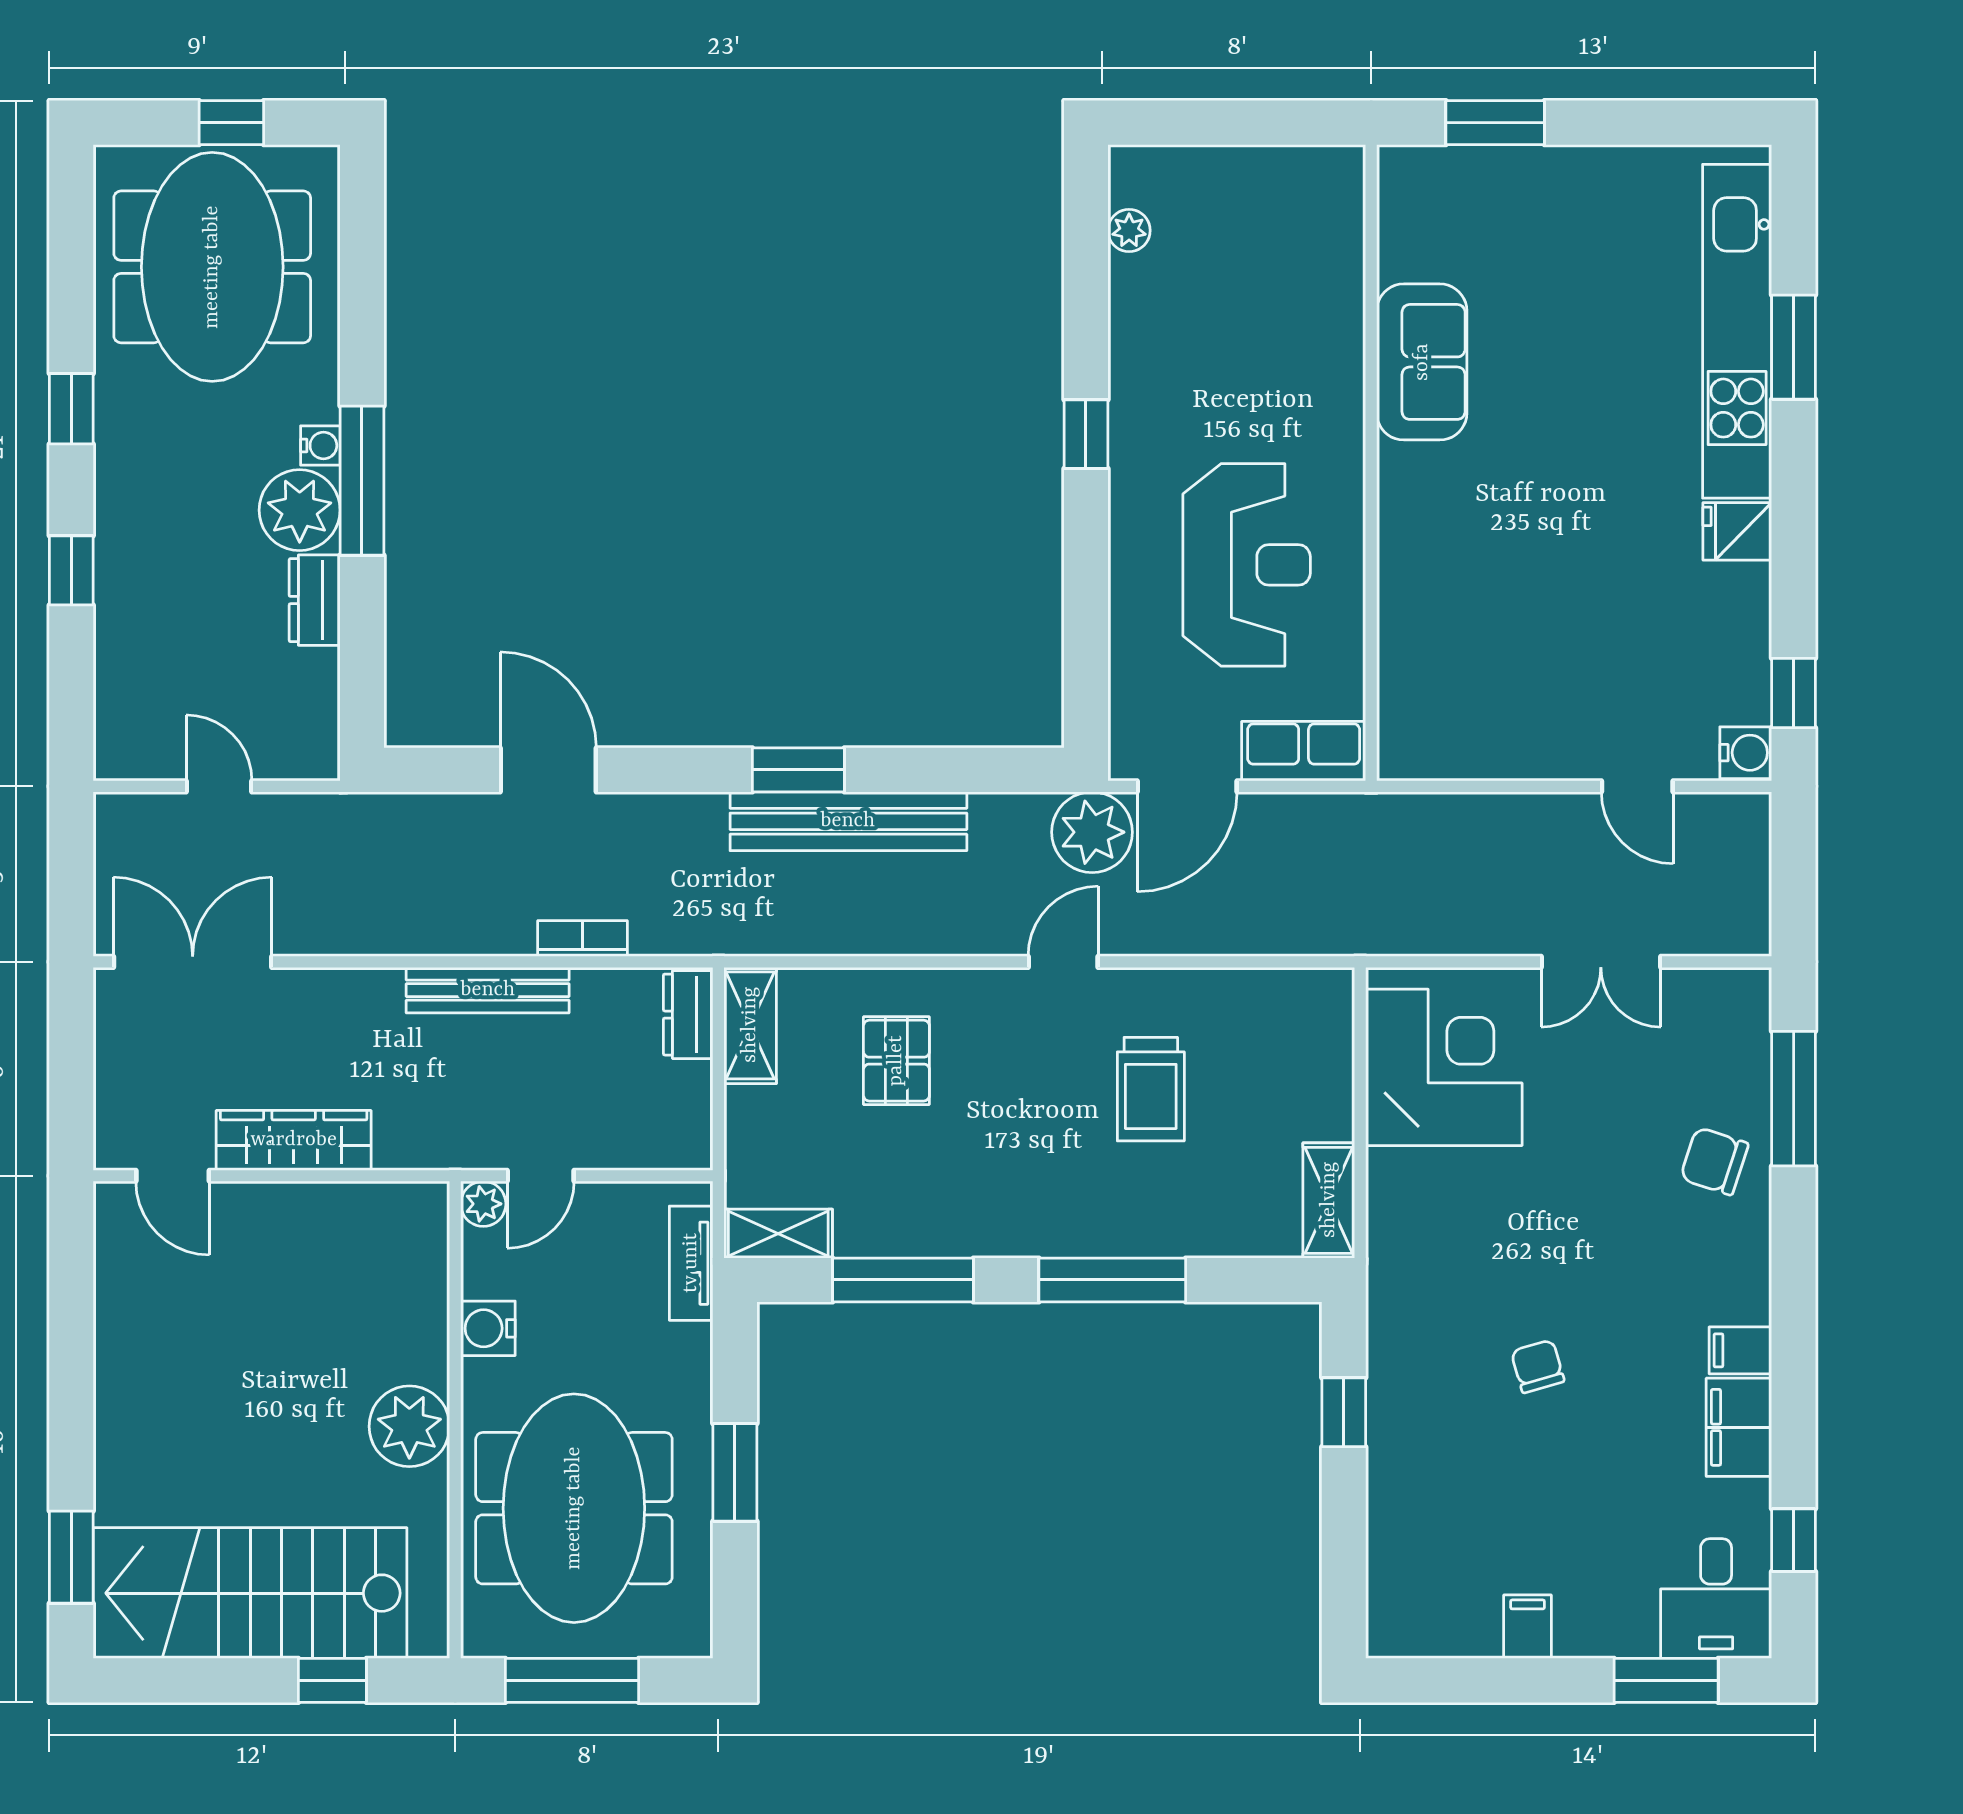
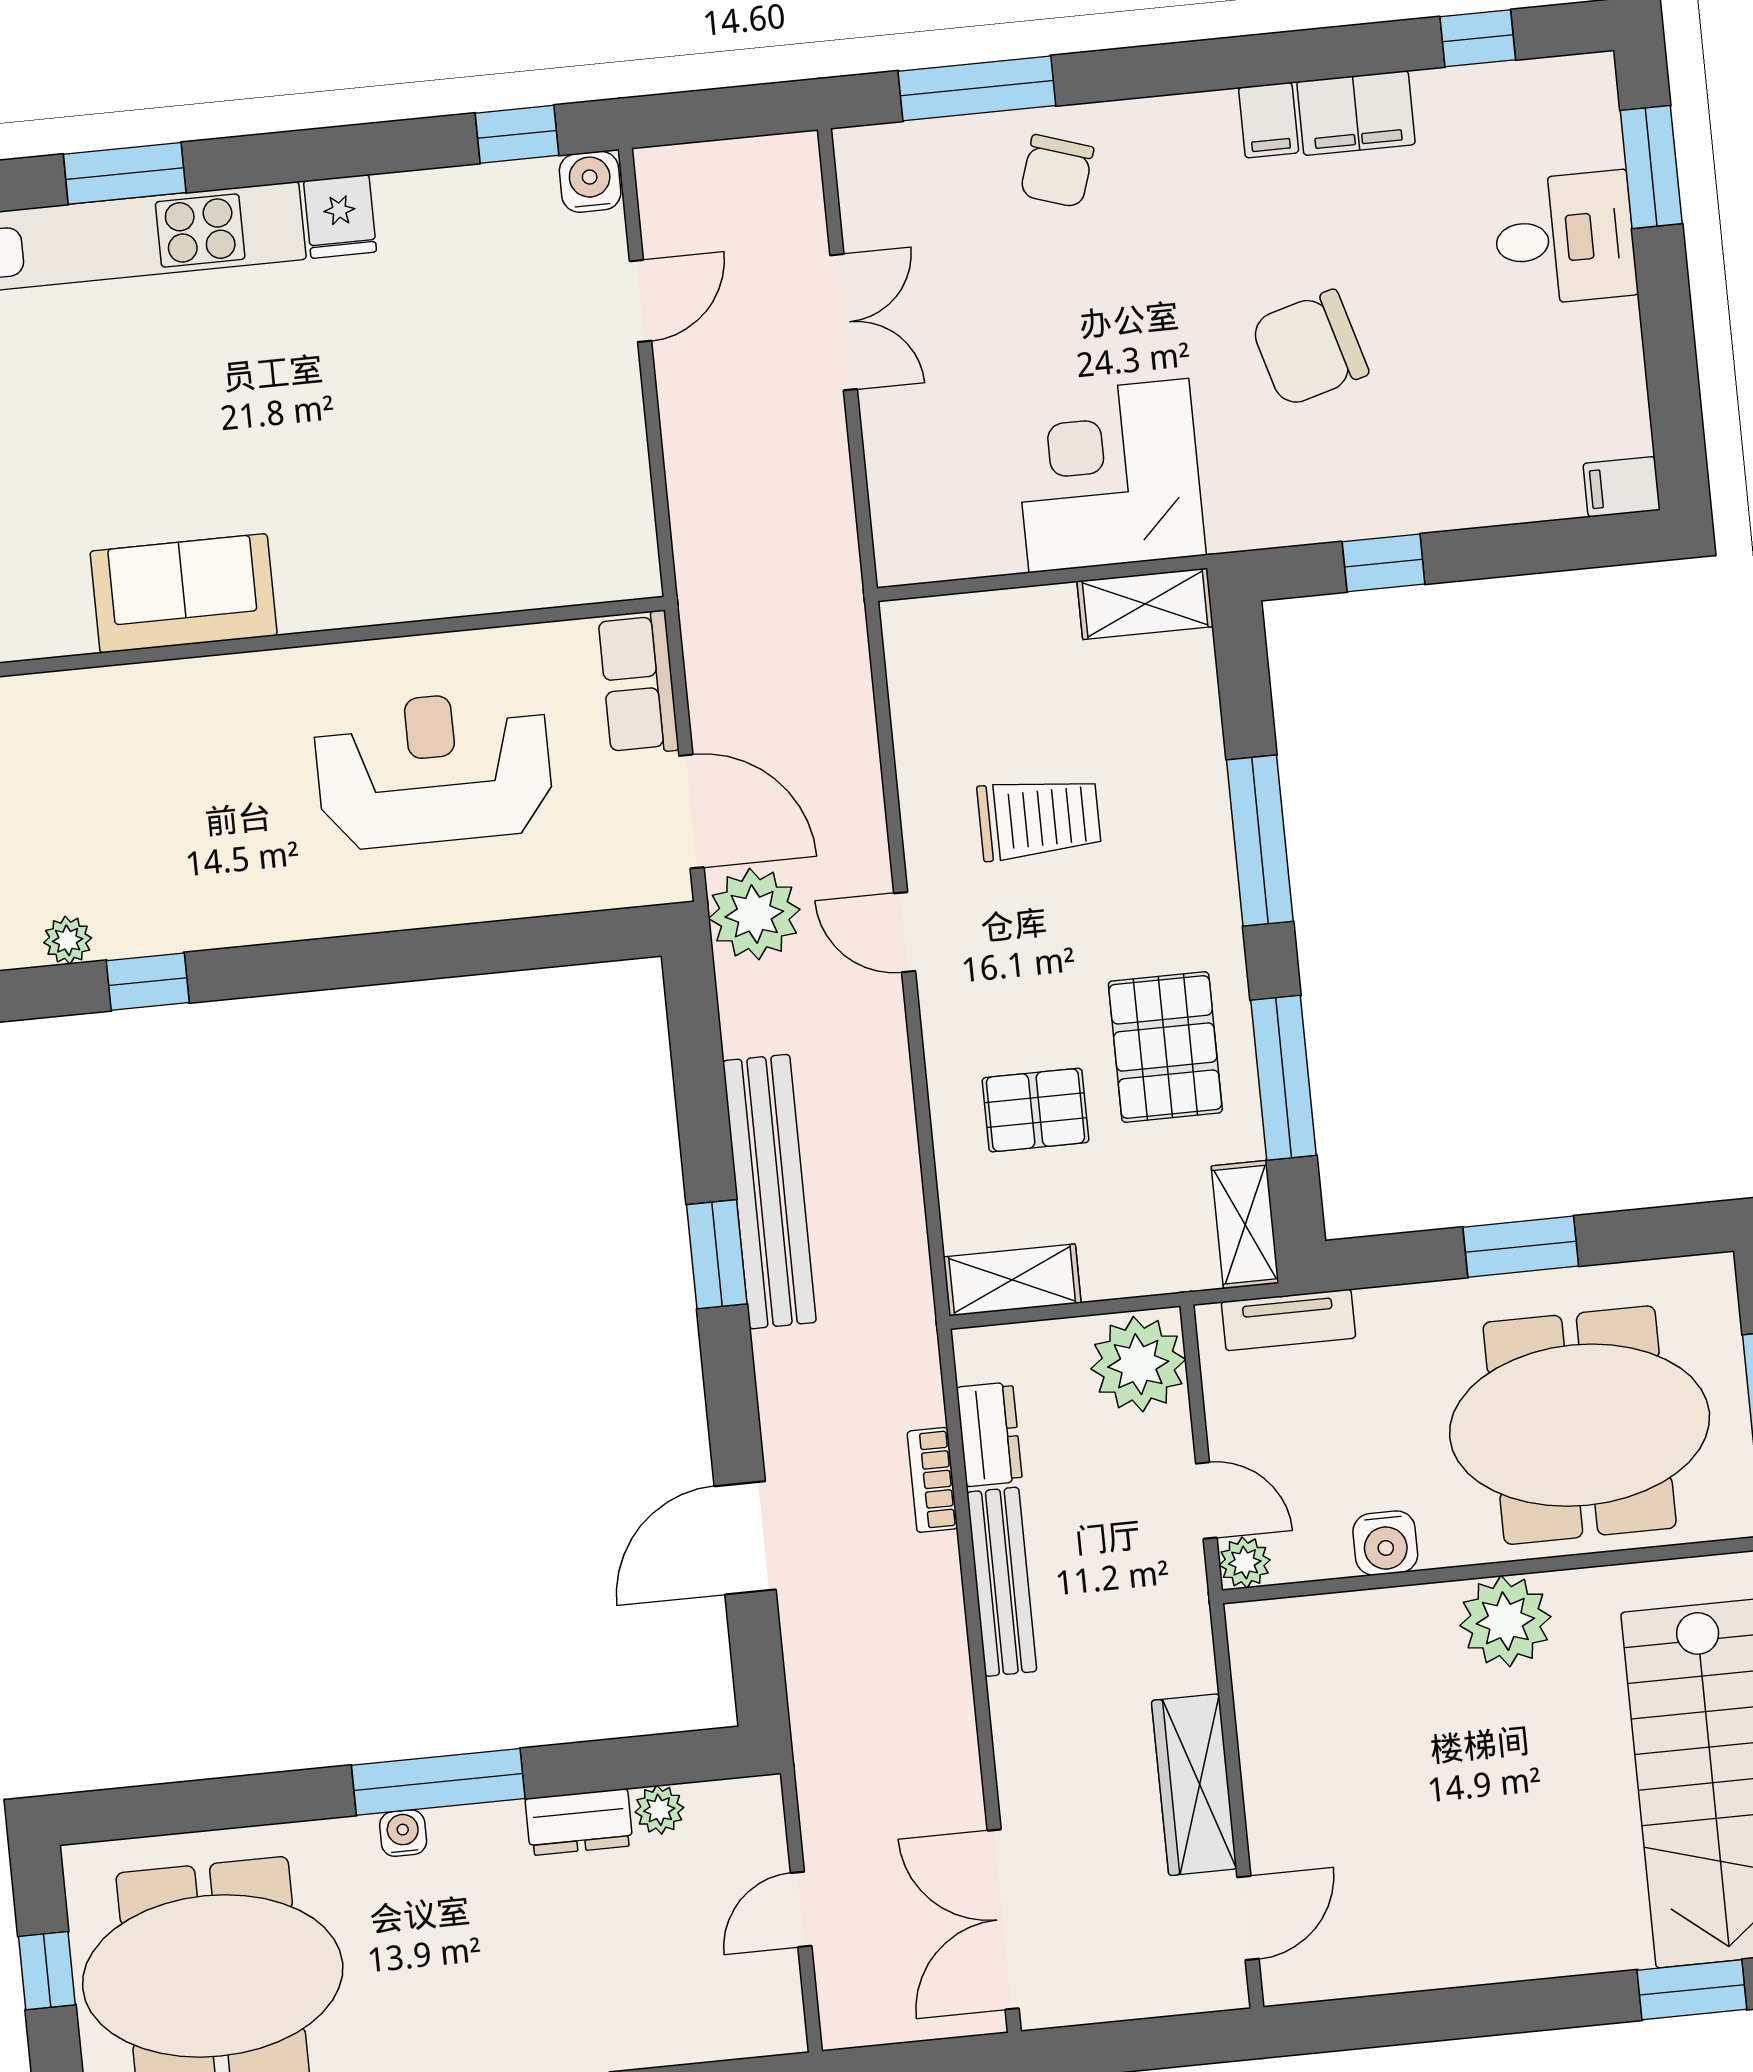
window: (1086, 434) -> (148, 982), moved
plant: (300, 510) -> (659, 1810), moved, width x0.53, depth x0.53
dresser: (688, 1015) -> (989, 1434), moved, turned -90
corner desk: (1444, 1067) -> (1109, 476), moved
plant: (666, 1128) -> (1138, 1364), added
pallet: (940, 1179) -> (1165, 1047), added
chair: (1538, 1366) -> (1310, 348), width x1.87, depth x1.87
desk: (1716, 1599) -> (1565, 238), moved
filing cabinet: (1528, 1627) -> (1622, 487), moved

